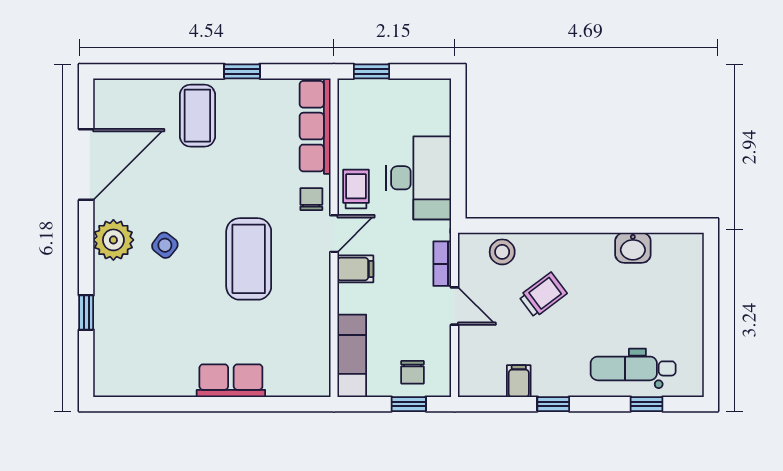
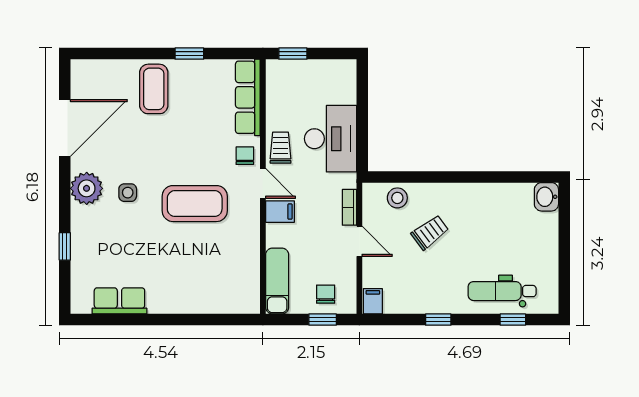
door: (334, 234) -> (263, 183), hinge flipped
side table: (165, 245) -> (128, 193), turned -38
washbasin: (633, 248) -> (546, 197), moved, turned 90
coffee table: (249, 259) -> (195, 204), turned 90
chair: (412, 372) -> (326, 294), turned 180
row of seats: (231, 381) -> (119, 301), moved
filing cabinet: (519, 381) -> (373, 301), moved

